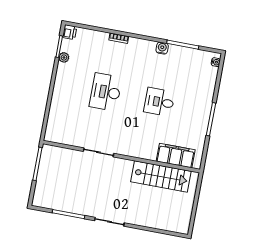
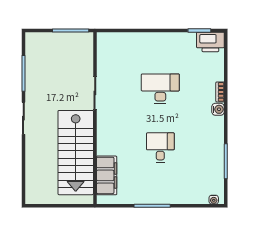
printer: (70, 32) -> (210, 42), width x1.87, depth x1.48
water cooler: (162, 48) -> (218, 109), moved
plant: (64, 57) -> (189, 38), removed
stairs: (161, 176) -> (76, 153), width x1.36, depth x1.51

